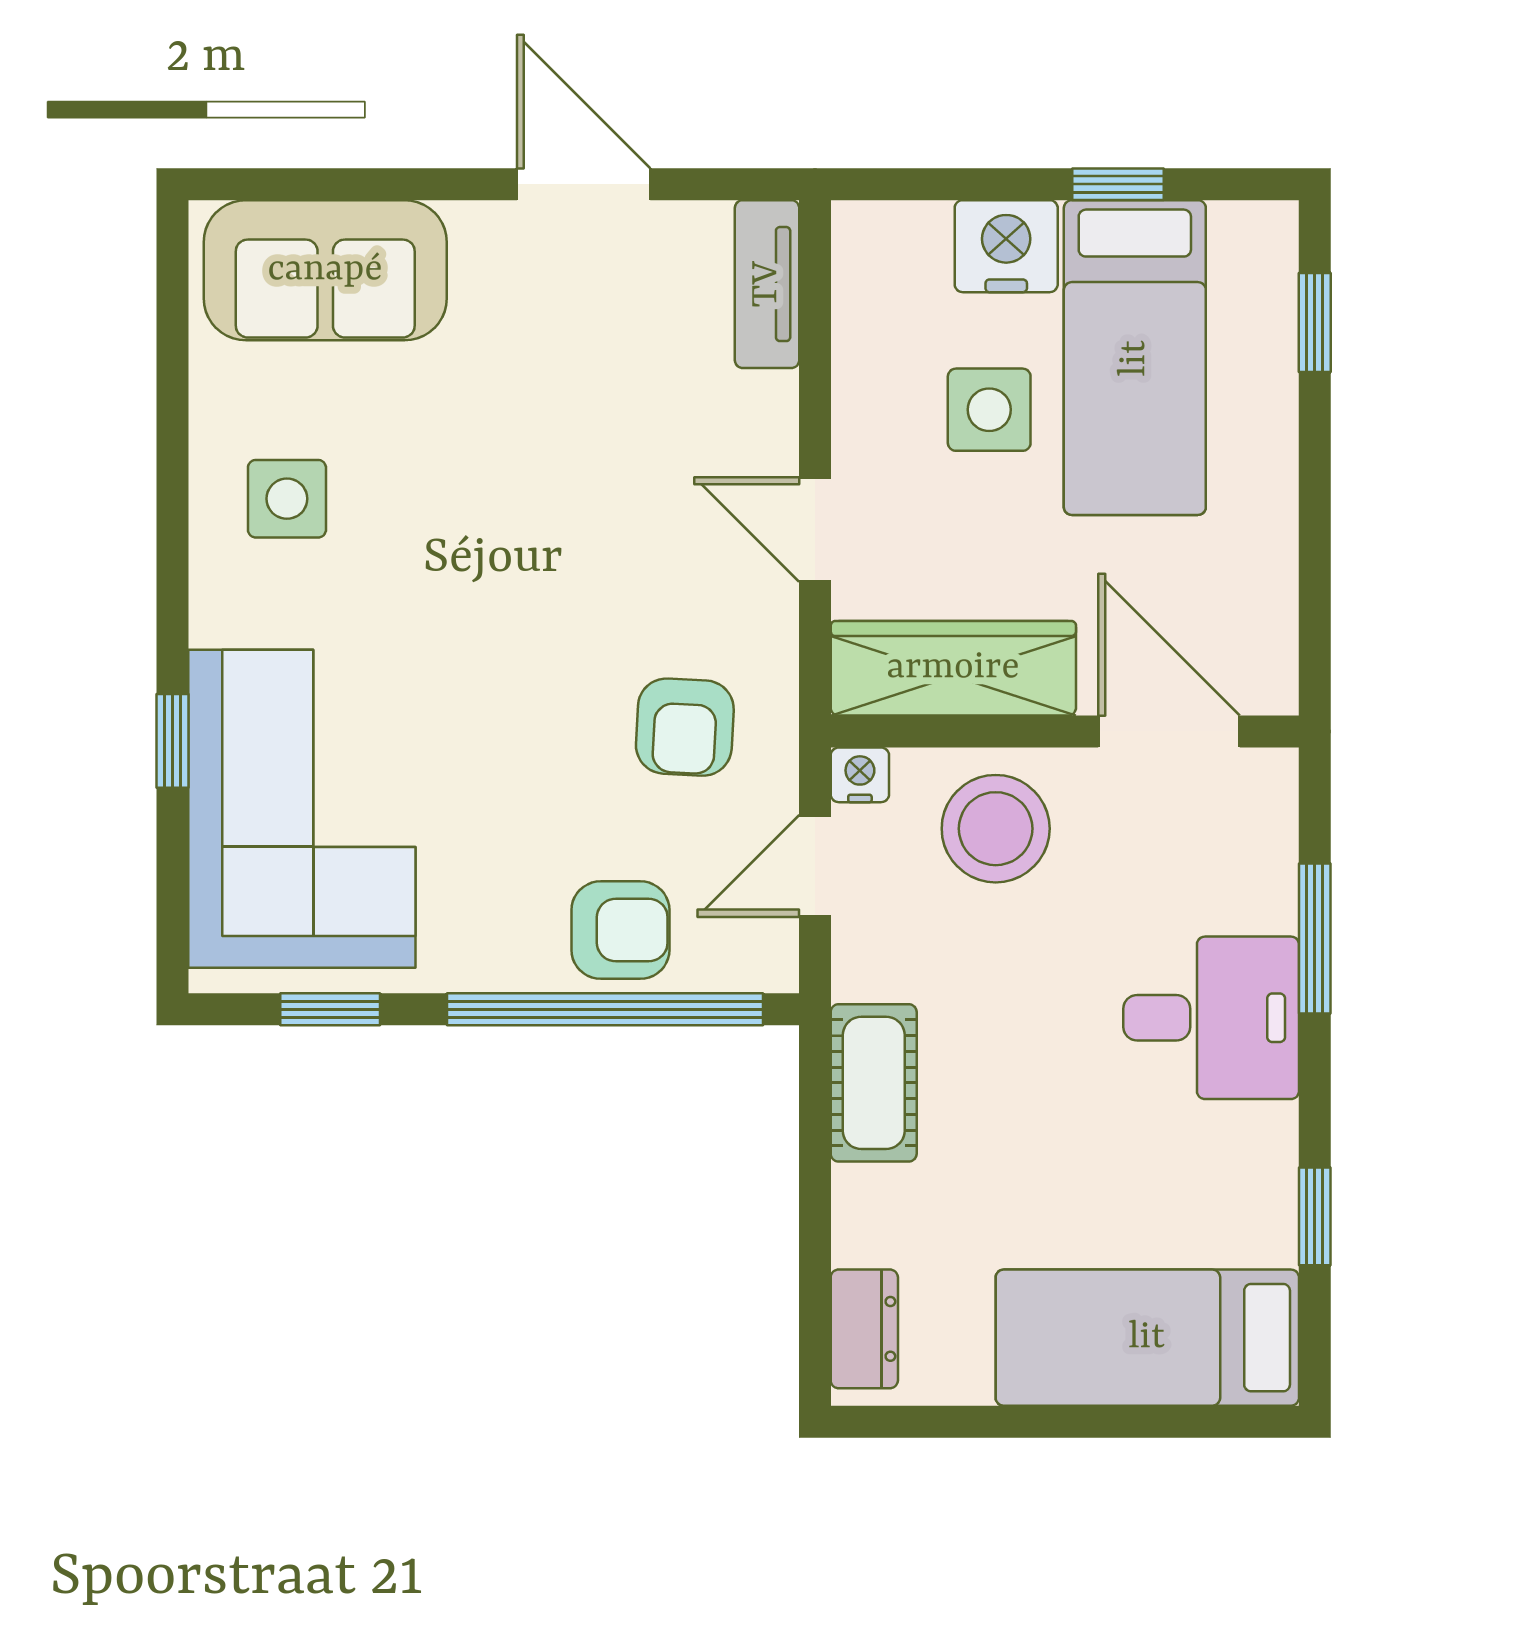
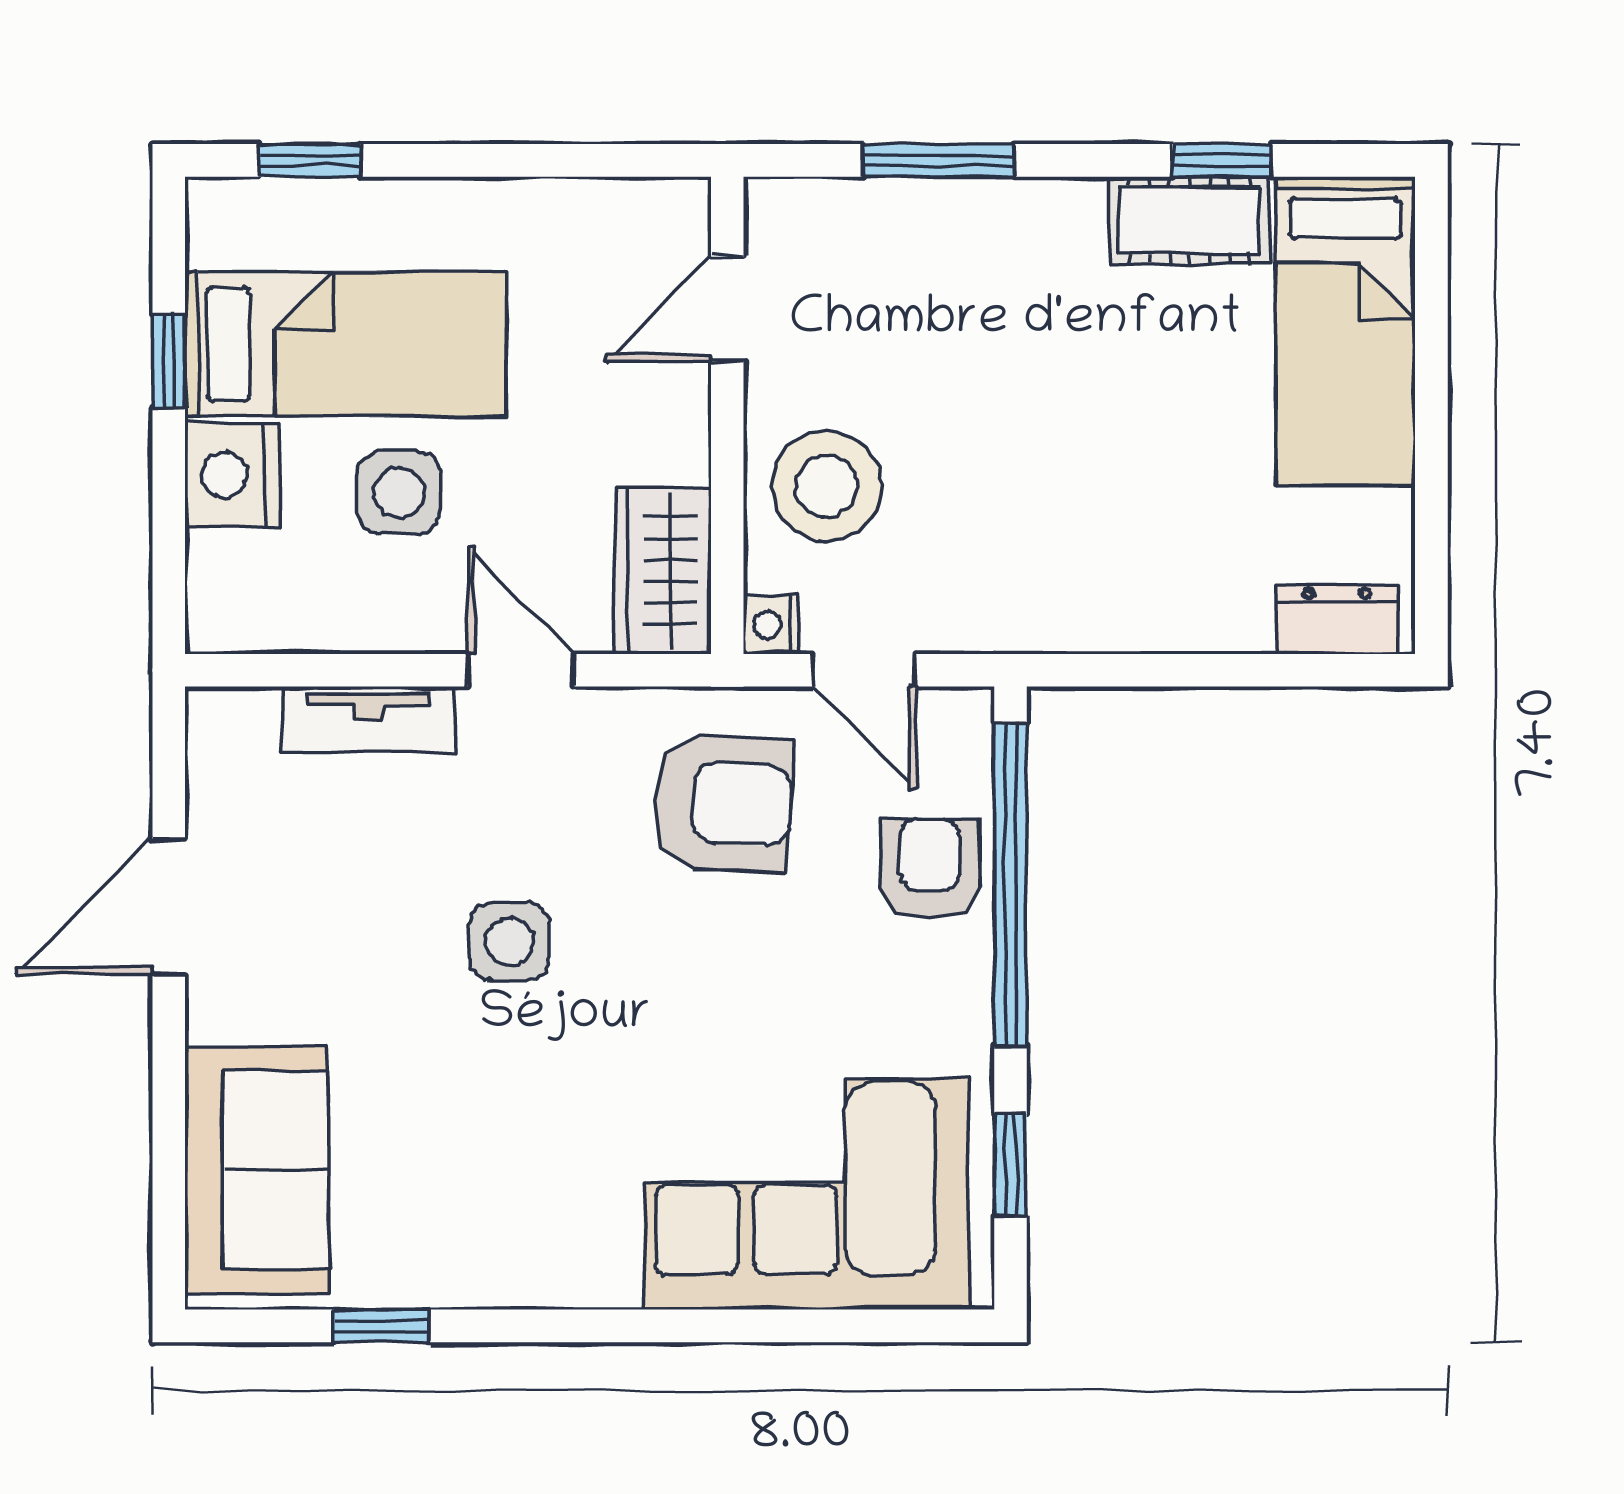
tv unit: (767, 284) -> (368, 719), moved
side table: (287, 499) -> (509, 942), moved
door: (815, 530) -> (521, 670), swing flipped
wardrobe: (953, 668) -> (663, 571), width x0.67
armchair: (685, 727) -> (723, 803), width x1.38, depth x1.38
door: (1169, 732) -> (727, 309), width x0.73
window: (172, 741) -> (381, 1326), moved
desk: (1211, 1018) -> (1019, 266), removed
cot: (874, 1083) -> (1189, 220), moved

